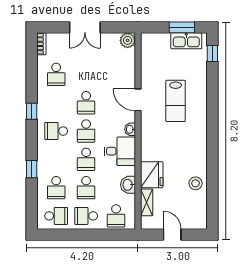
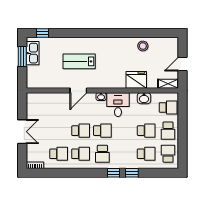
plant: (128, 40) -> (32, 99), removed
lab bench: (176, 101) -> (79, 61), turned 180
window: (32, 111) -> (113, 173), moved
school desk: (86, 159) -> (81, 154), moved
shelving: (147, 202) -> (168, 84), moved

